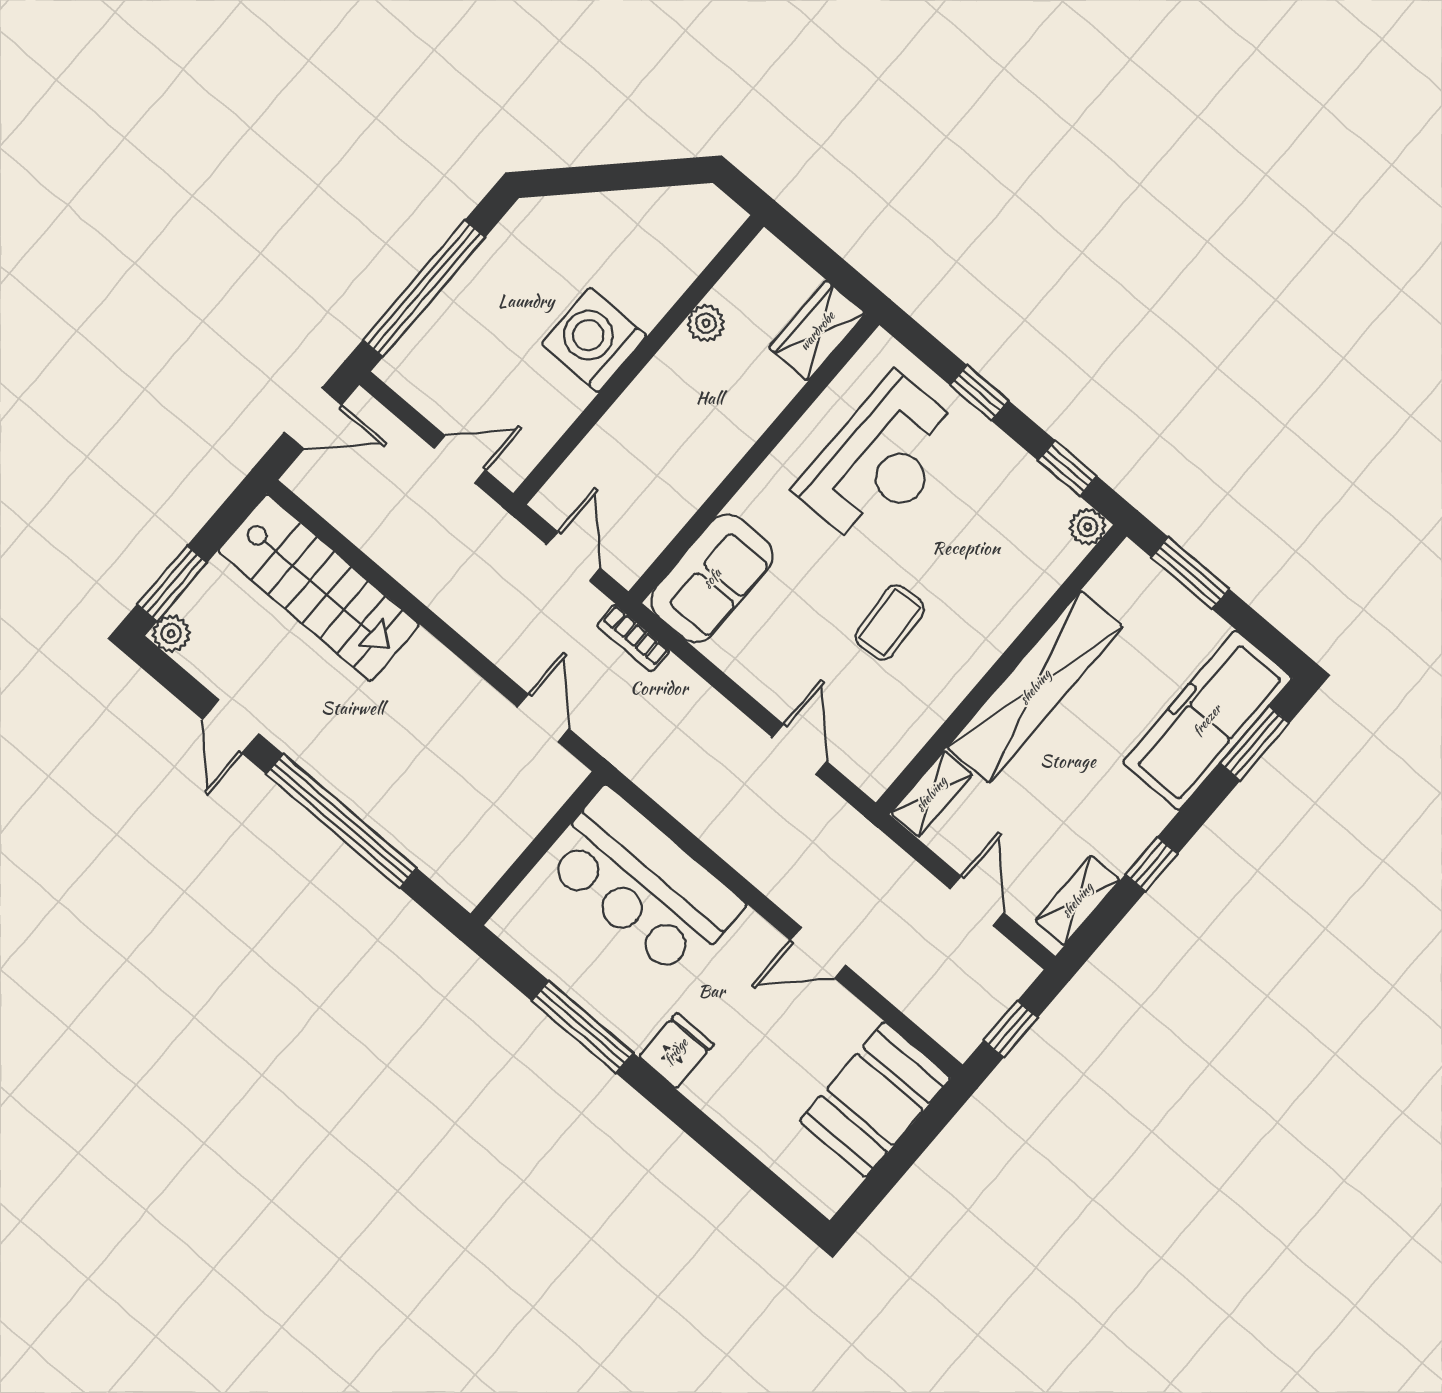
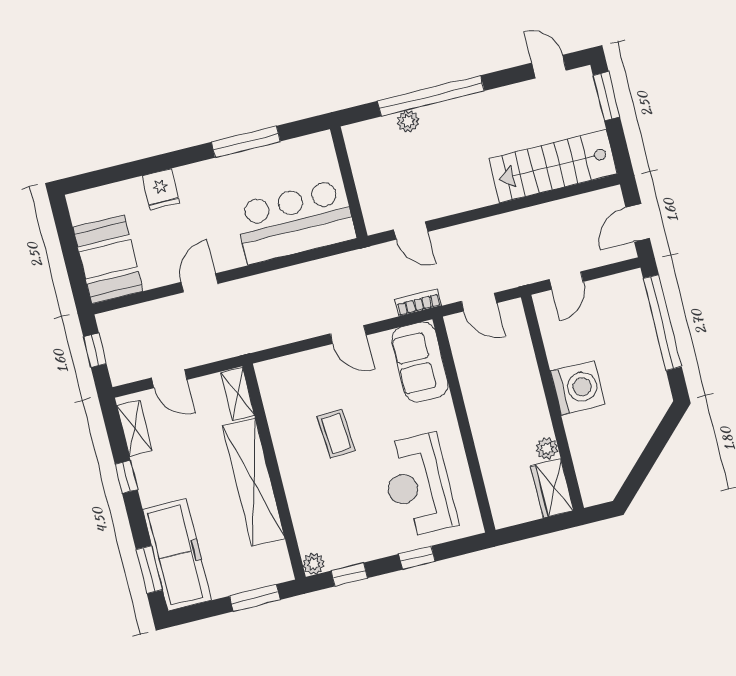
wardrobe: (817, 331) -> (552, 488), moved, turned 180
plant: (171, 634) -> (408, 121), moved
door: (231, 726) -> (549, 67), moved
door: (799, 749) -> (348, 334), moved
fridge: (676, 1051) -> (161, 189), moved

